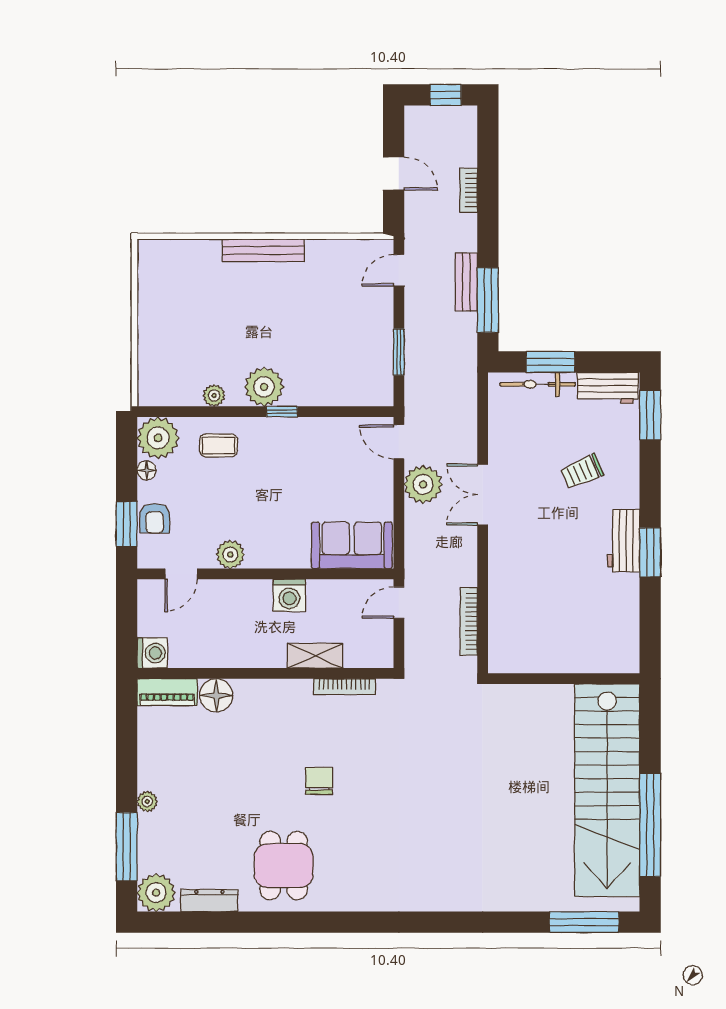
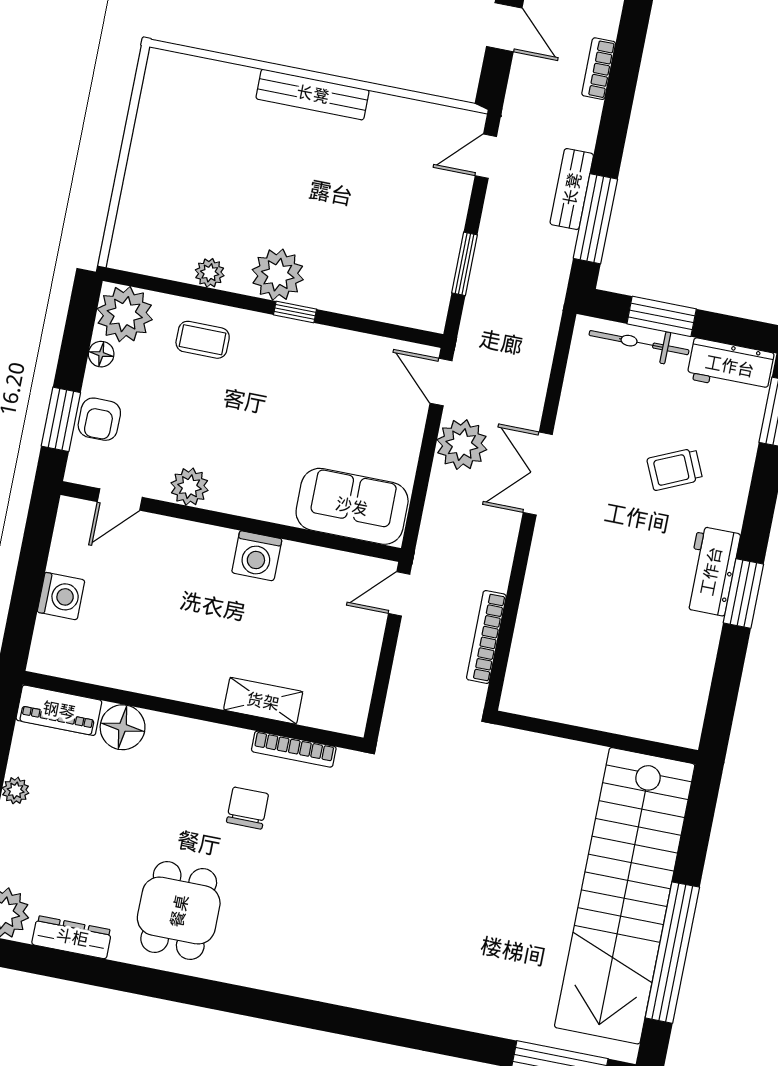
shelving: (315, 656) -> (263, 701), moved
wall: (265, 673) -> (193, 711), moved
bookcase: (344, 687) -> (294, 749), moved
piano: (167, 692) -> (59, 710), moved
floor lamp: (216, 695) -> (123, 727), moved

